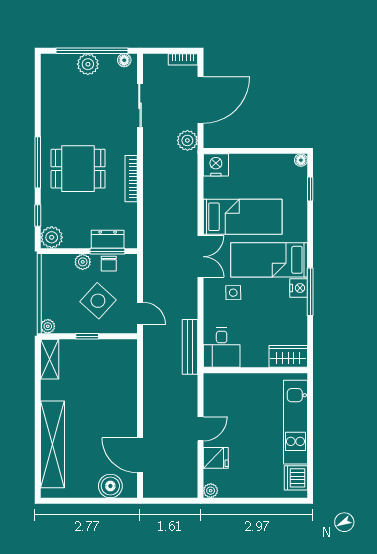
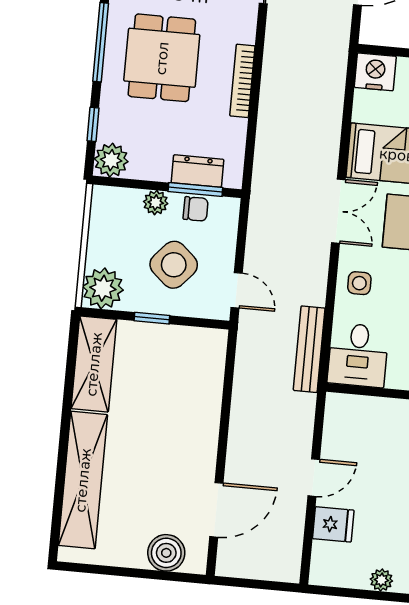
plant: (187, 140) -> (335, 30), removed
dining table: (78, 169) -> (162, 58), turned 90
chair: (109, 264) -> (196, 209), turned -90
side table: (233, 293) -> (359, 283), moved
plant: (48, 326) -> (103, 288), width x1.87, depth x1.87
shelving: (50, 359) -> (94, 364), width x1.50, depth x1.33
door: (140, 455) -> (216, 510), swing flipped
plant: (211, 491) -> (381, 580), moved

